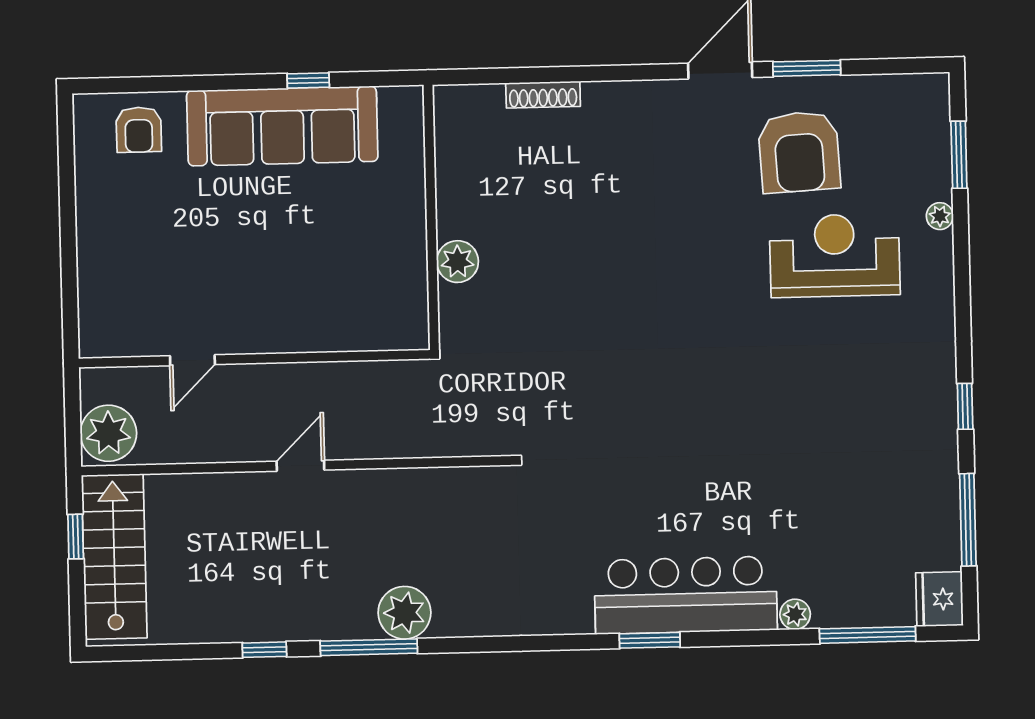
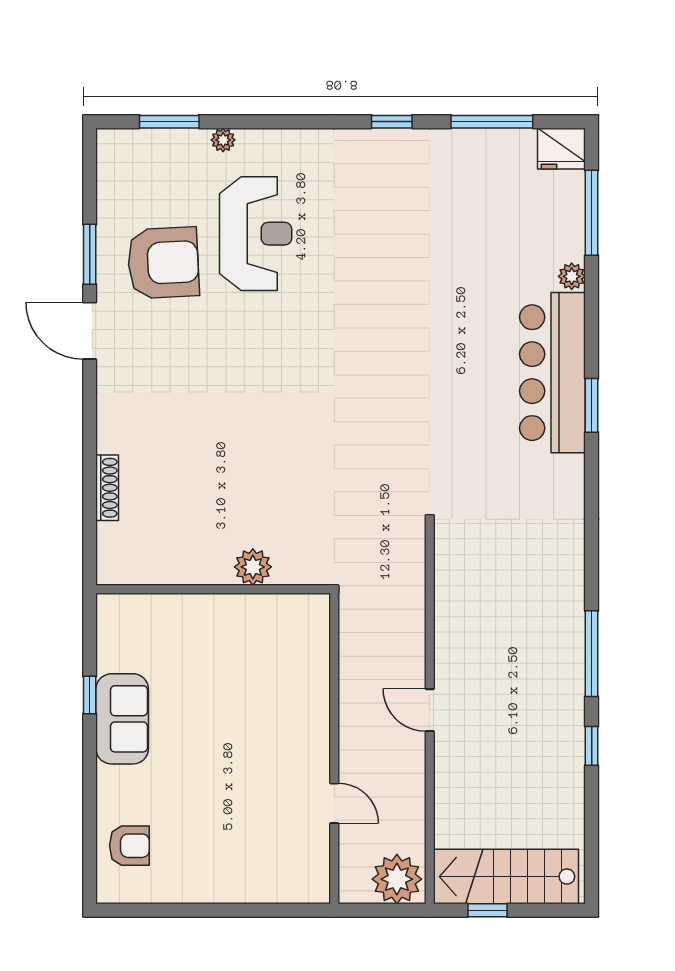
sofa: (282, 126) -> (122, 719), width x0.54, depth x0.79
reception desk: (835, 256) -> (256, 234), turned 180
plant: (404, 613) -> (562, 621), removed

